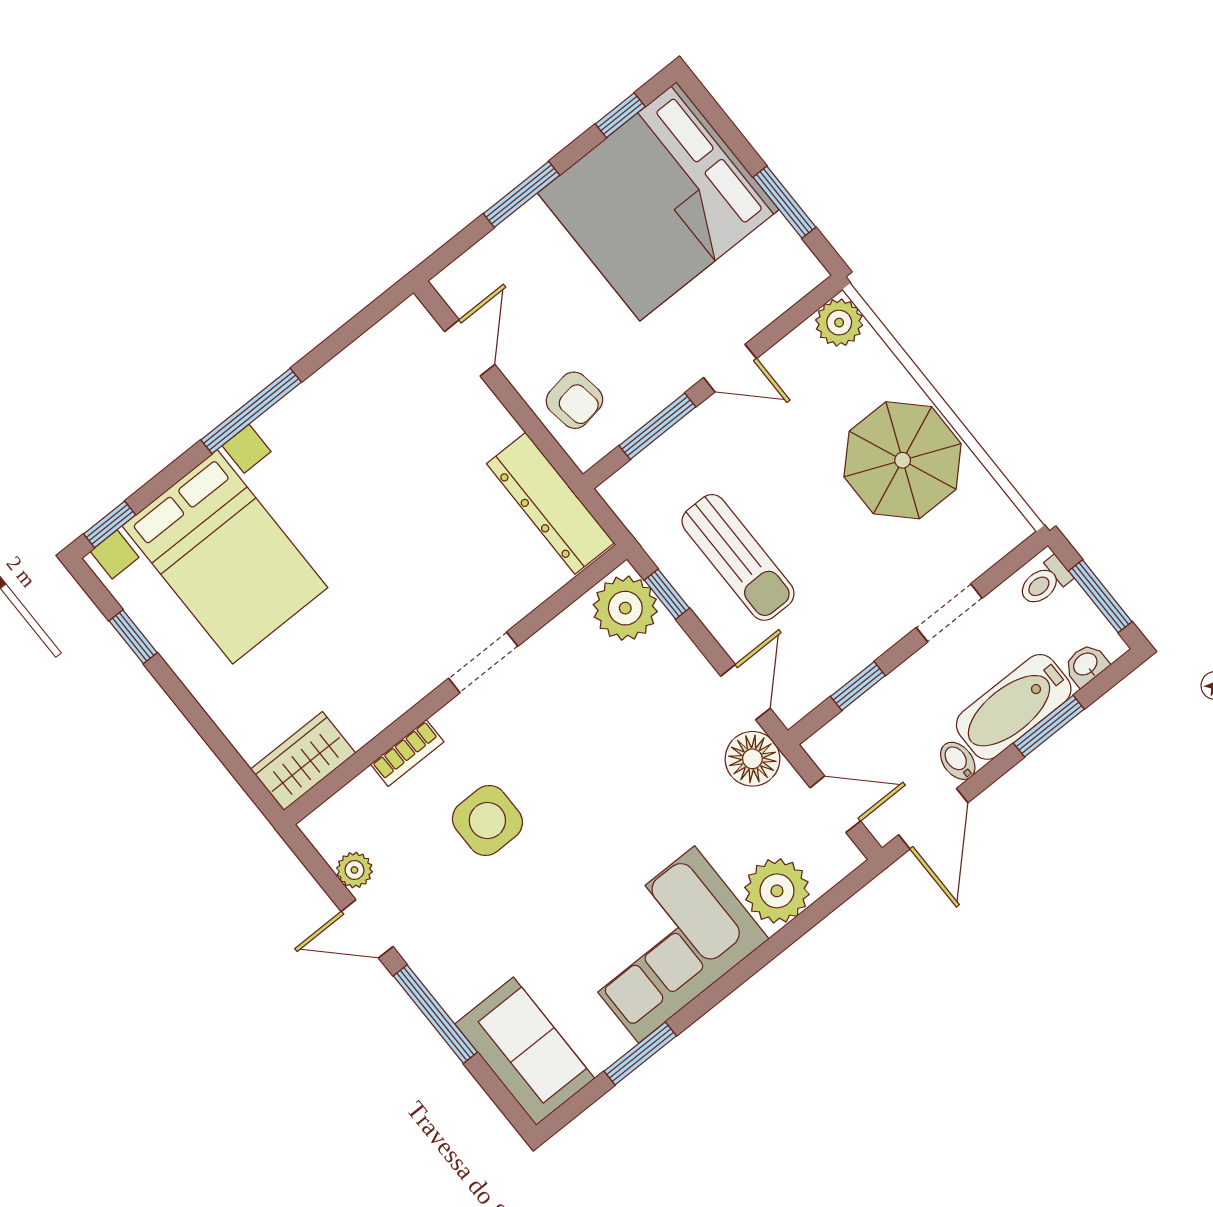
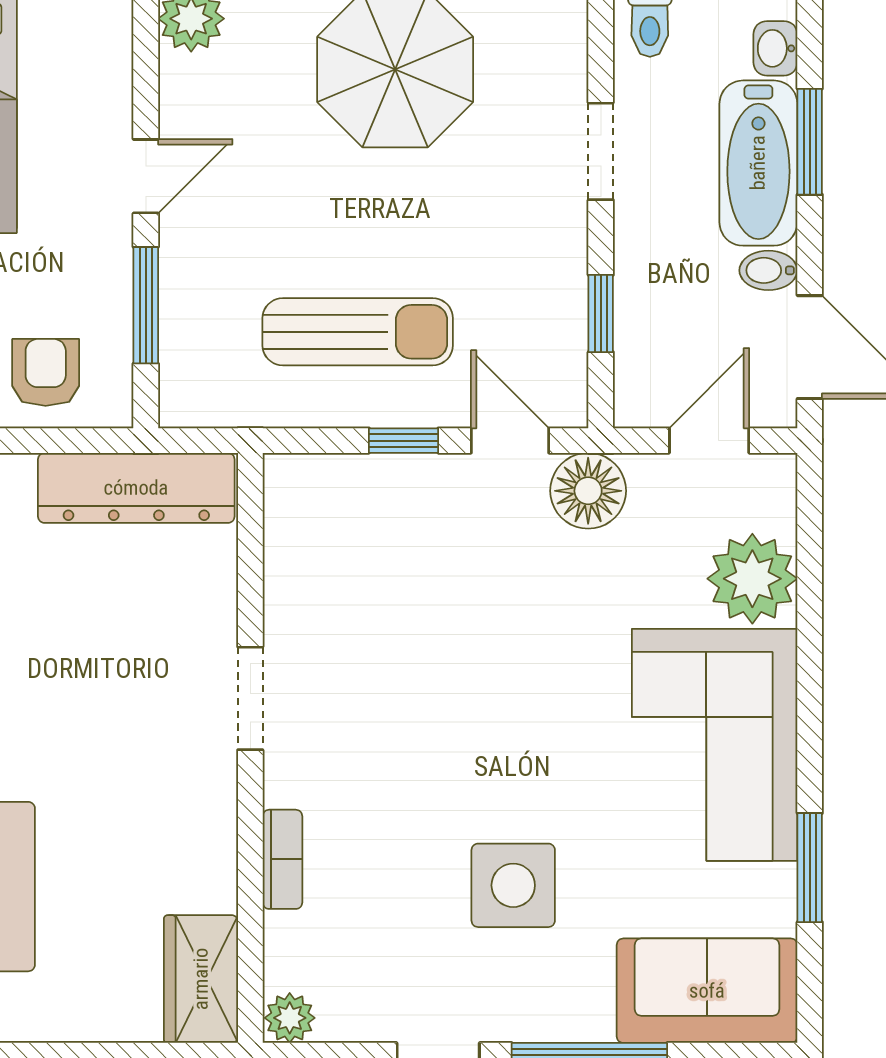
armchair: (574, 400) -> (46, 372), turned -81
window: (667, 594) -> (404, 441), moved
plant: (625, 608) -> (315, 498), removed
side table: (487, 820) -> (513, 885), moved
plant: (354, 870) -> (290, 1018), moved

